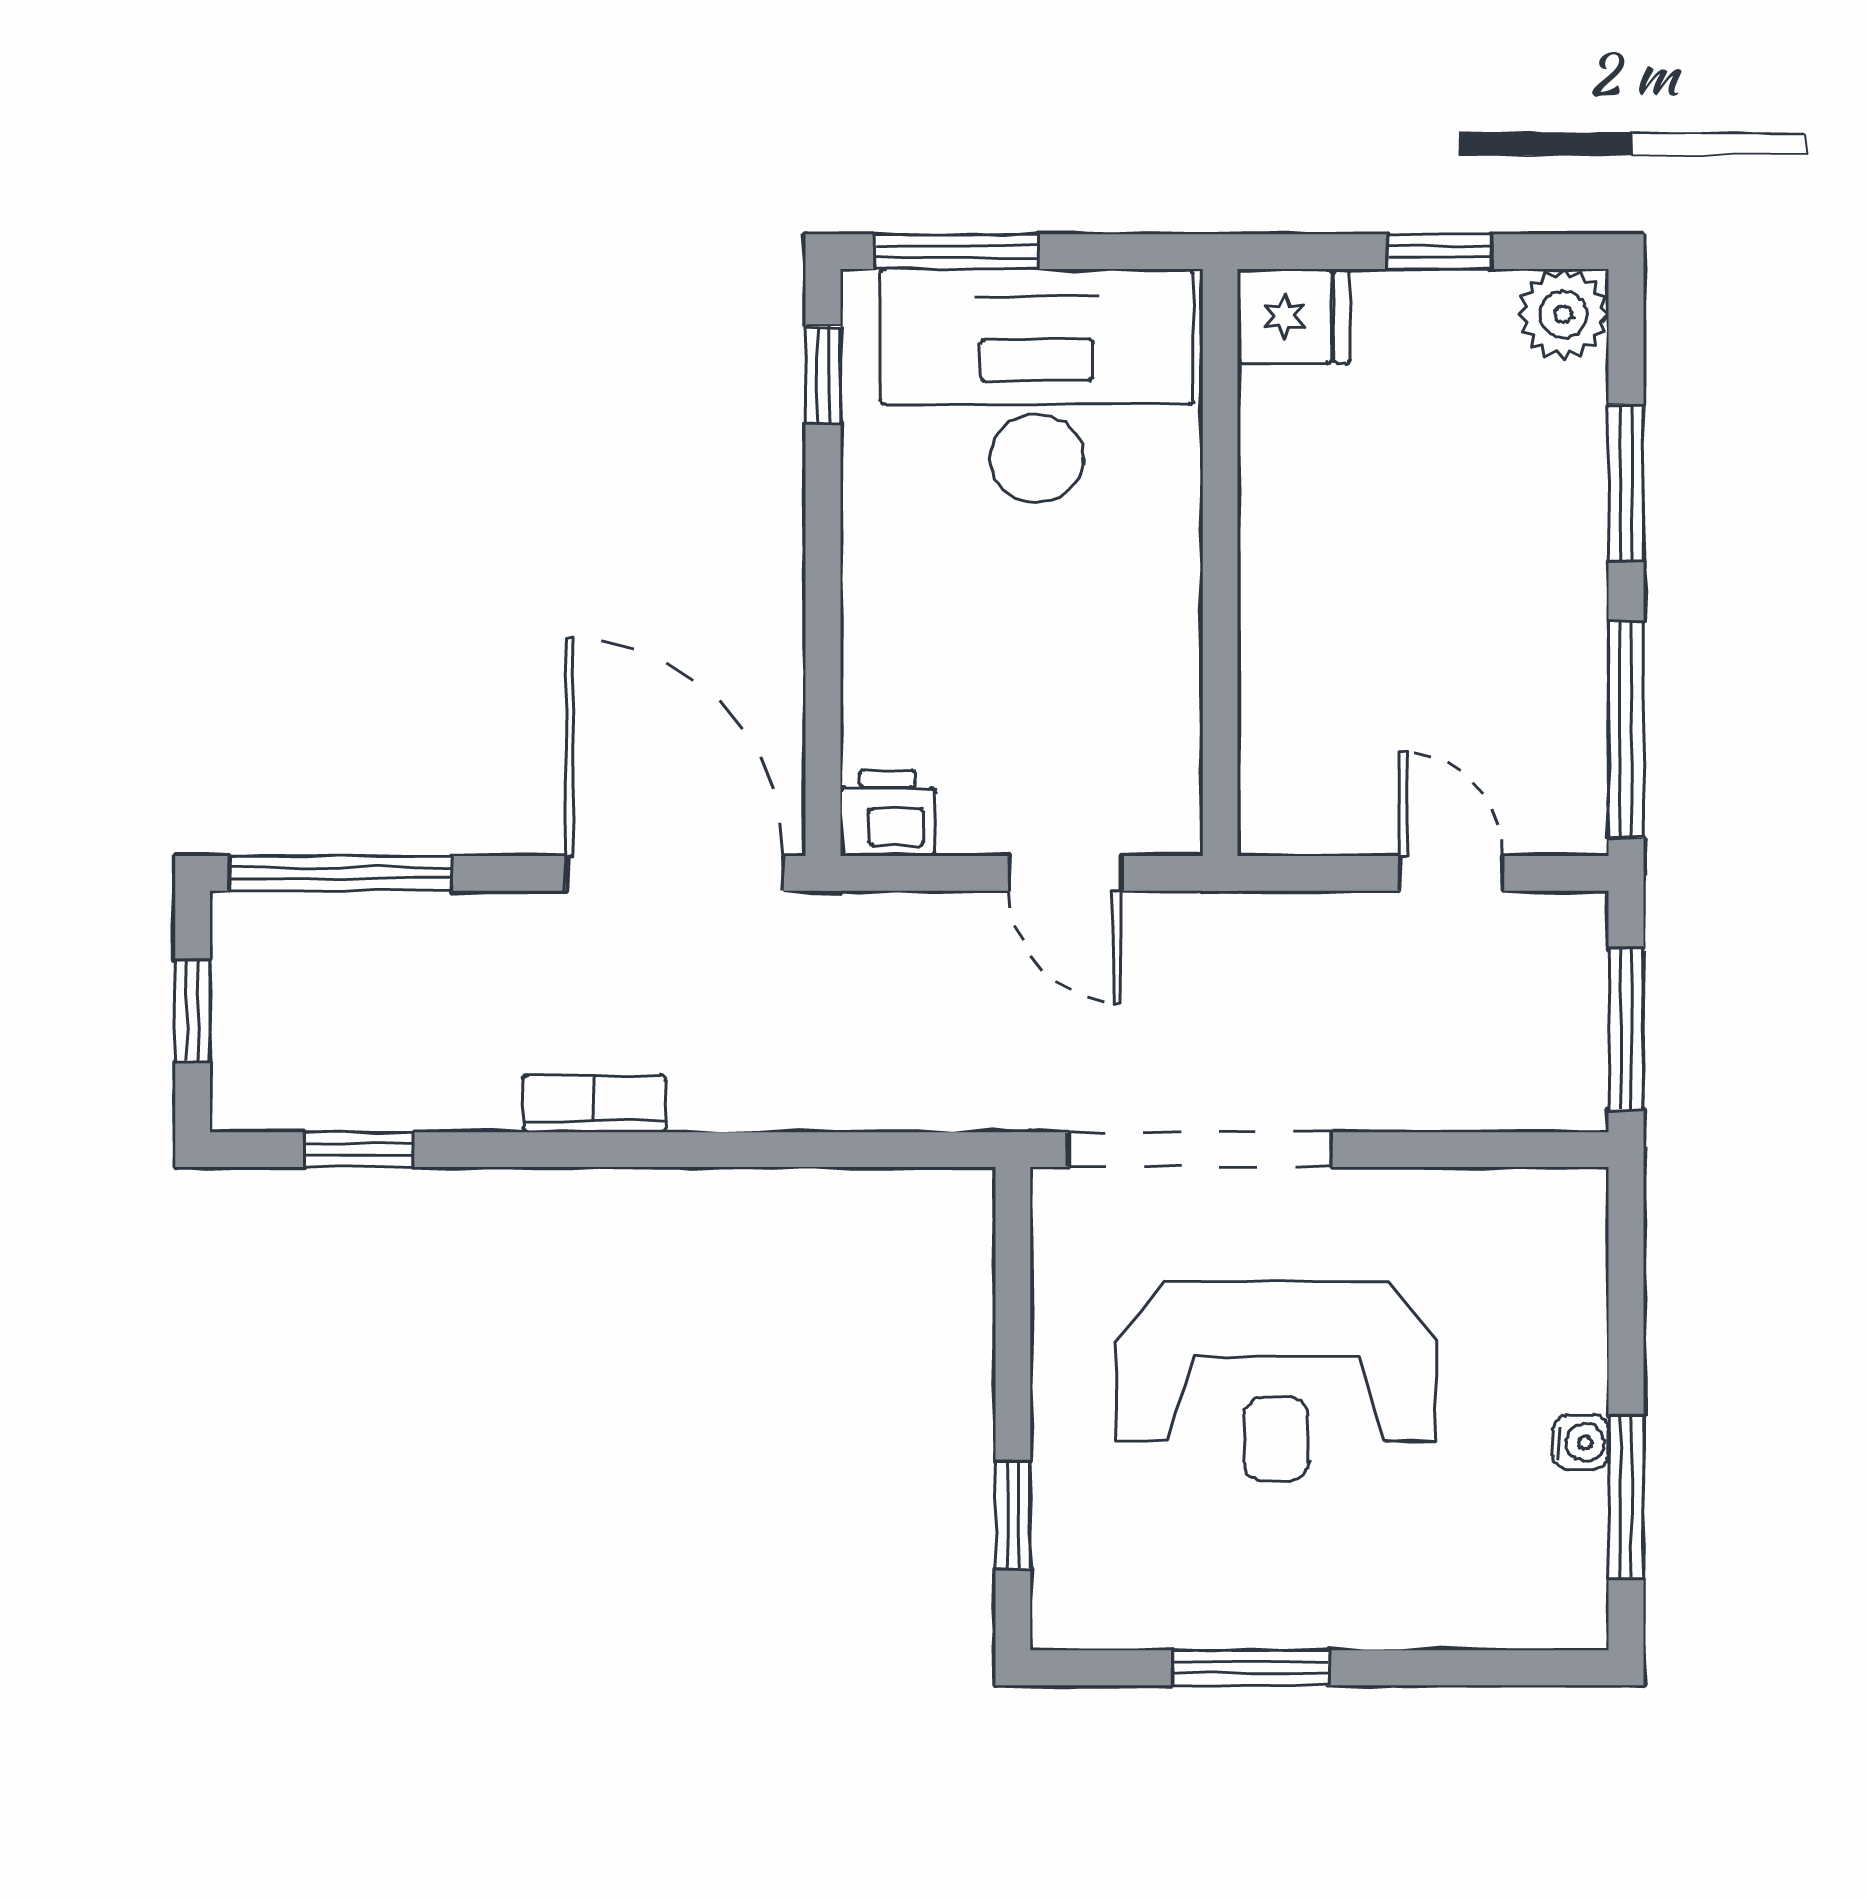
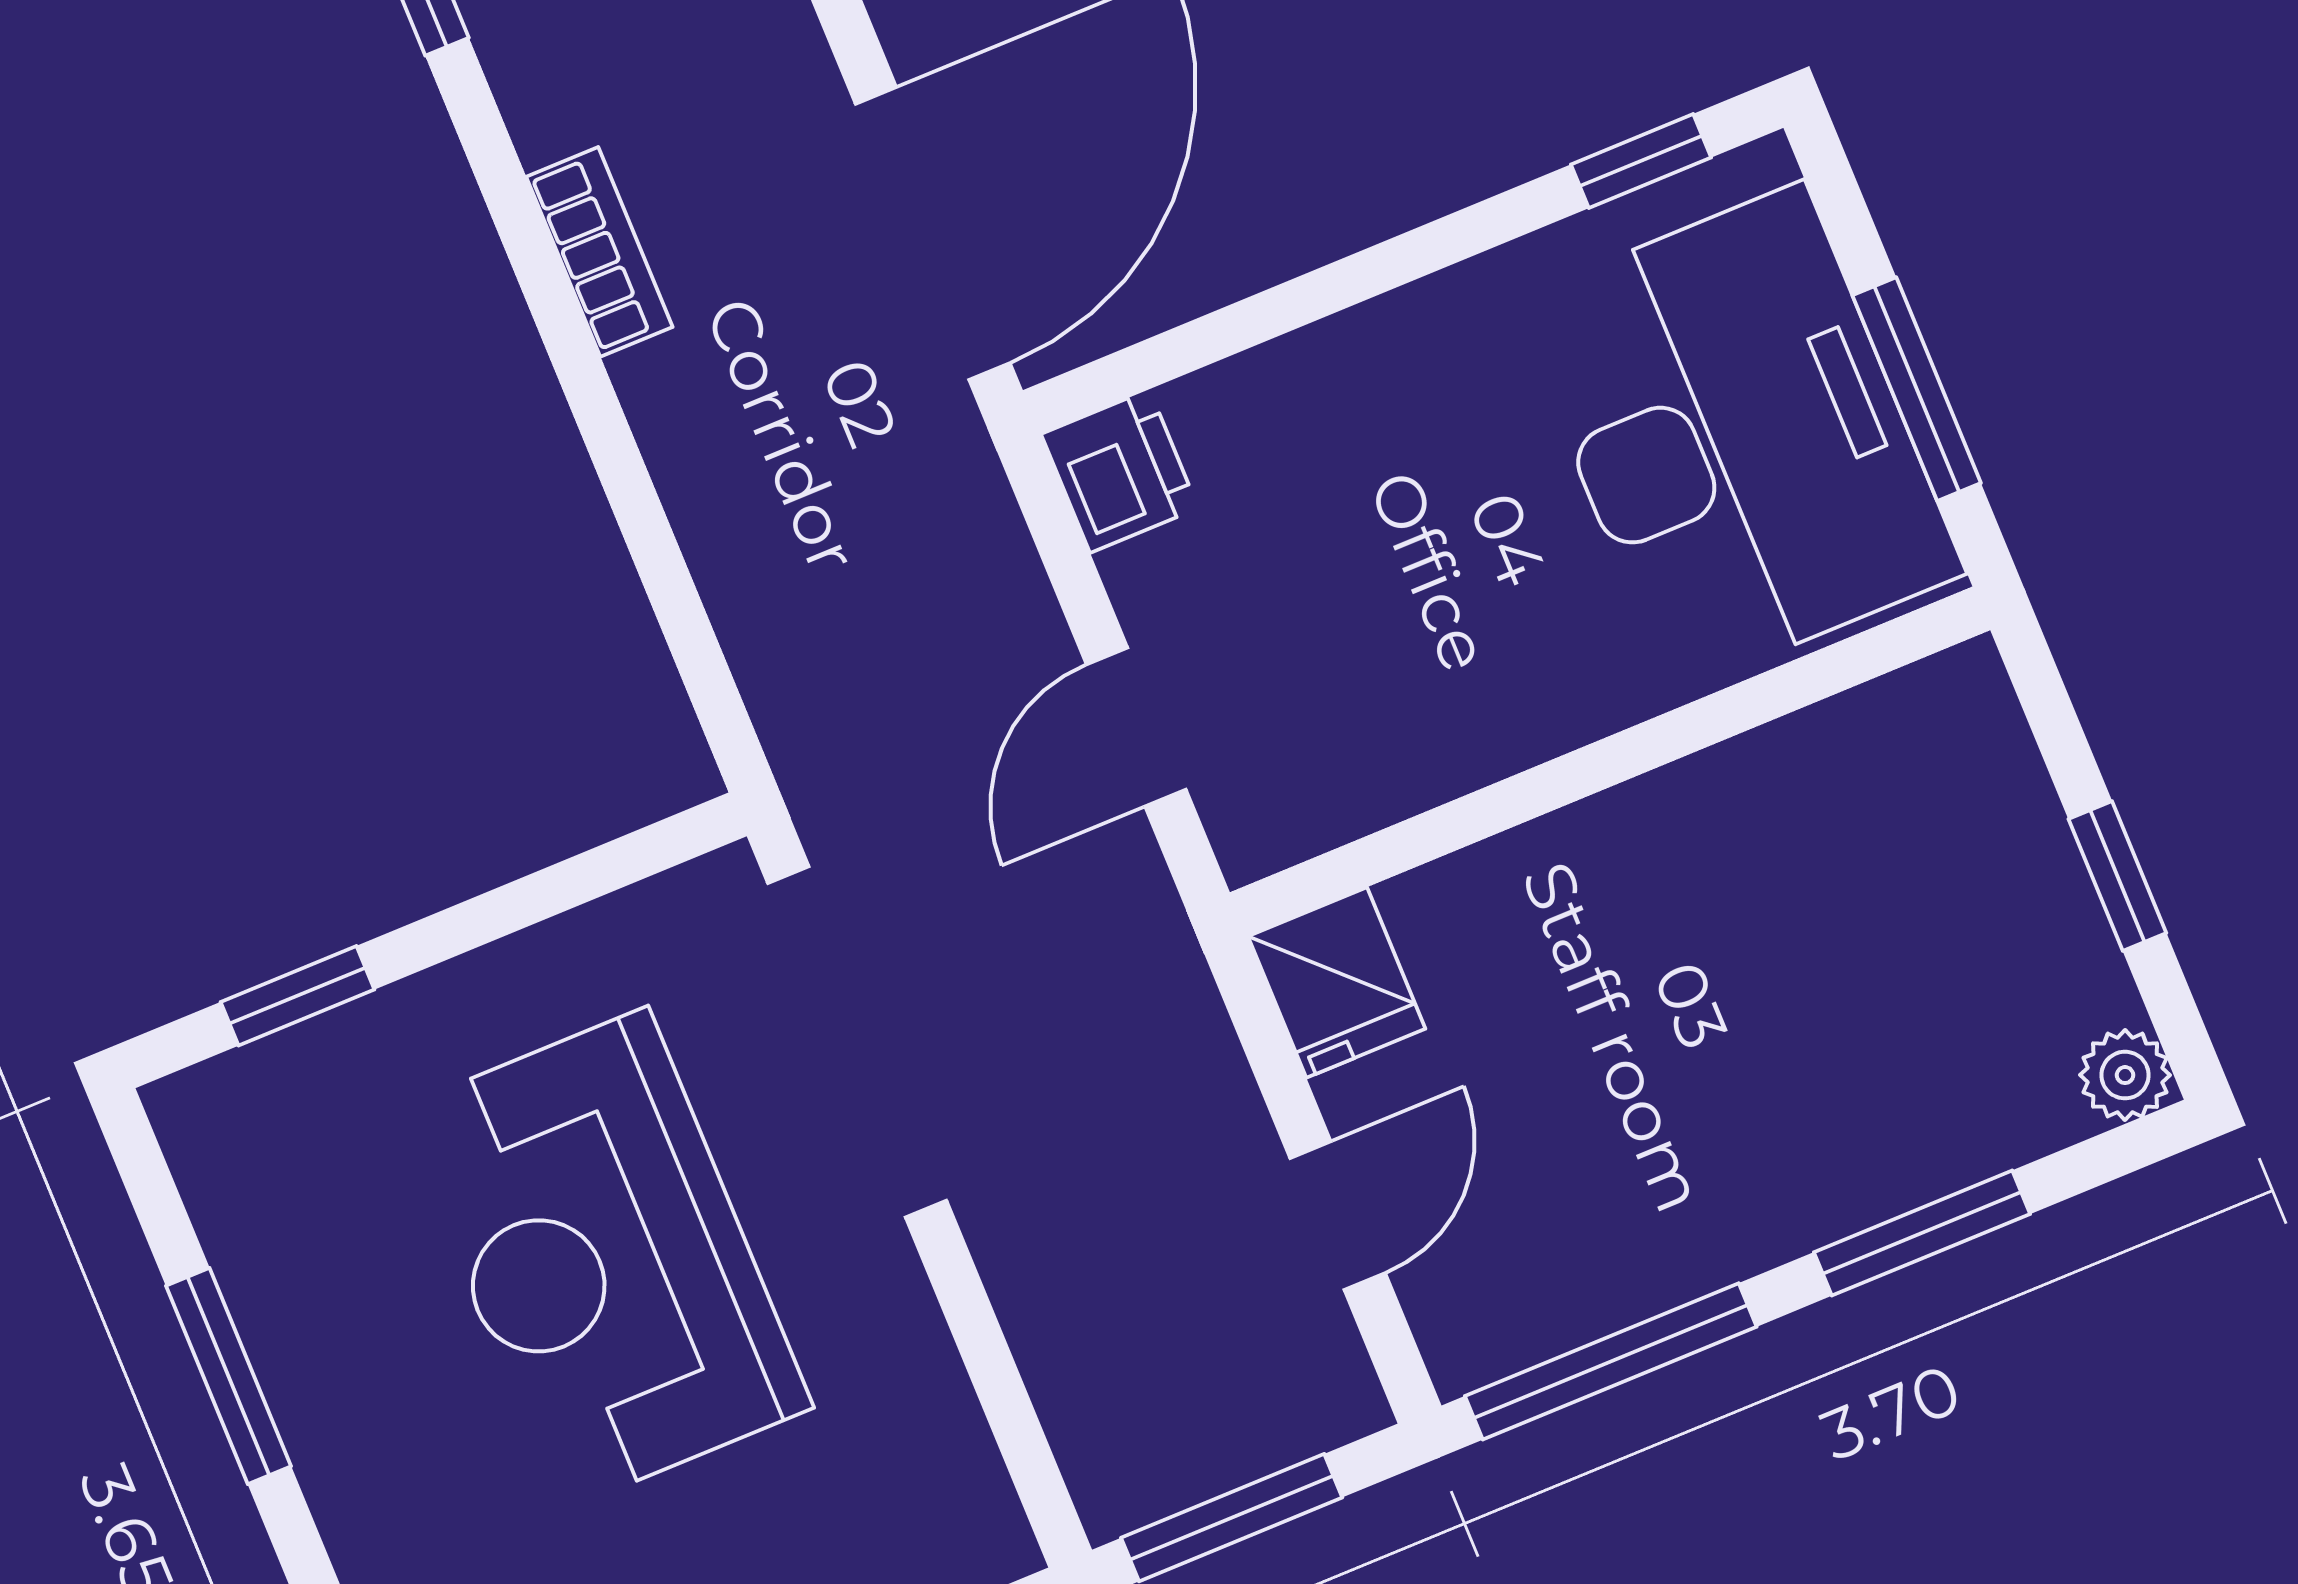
window: (956, 252) -> (1917, 389), moved
plant: (1563, 314) -> (2125, 1075), width x0.73, depth x0.73
fridge: (1294, 316) -> (1337, 983), moved

